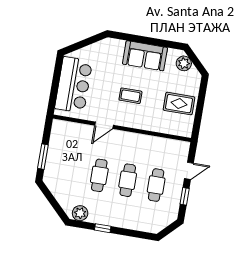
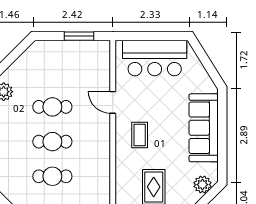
sofa: (145, 56) -> (204, 128), width x1.36
coffee table: (130, 96) -> (140, 135), moved
window: (43, 157) -> (79, 36), moved

